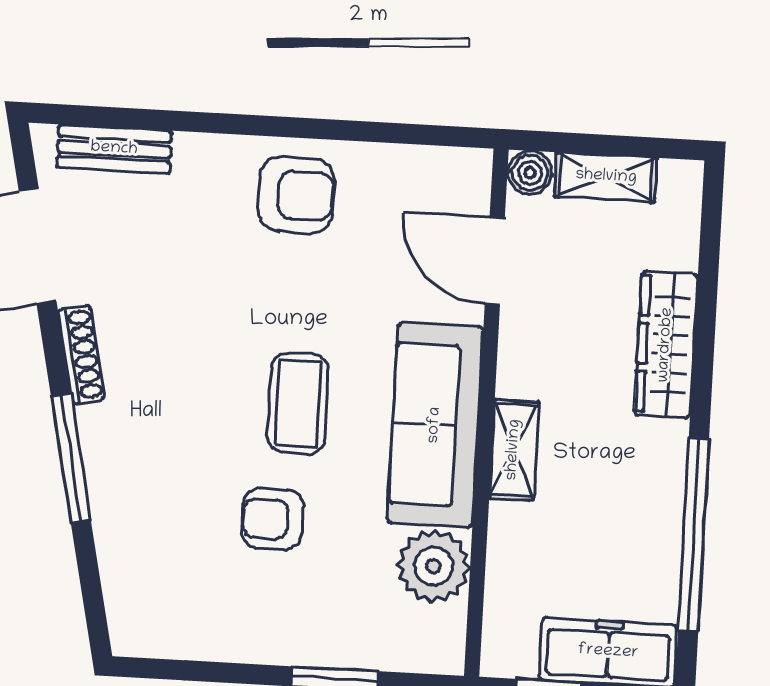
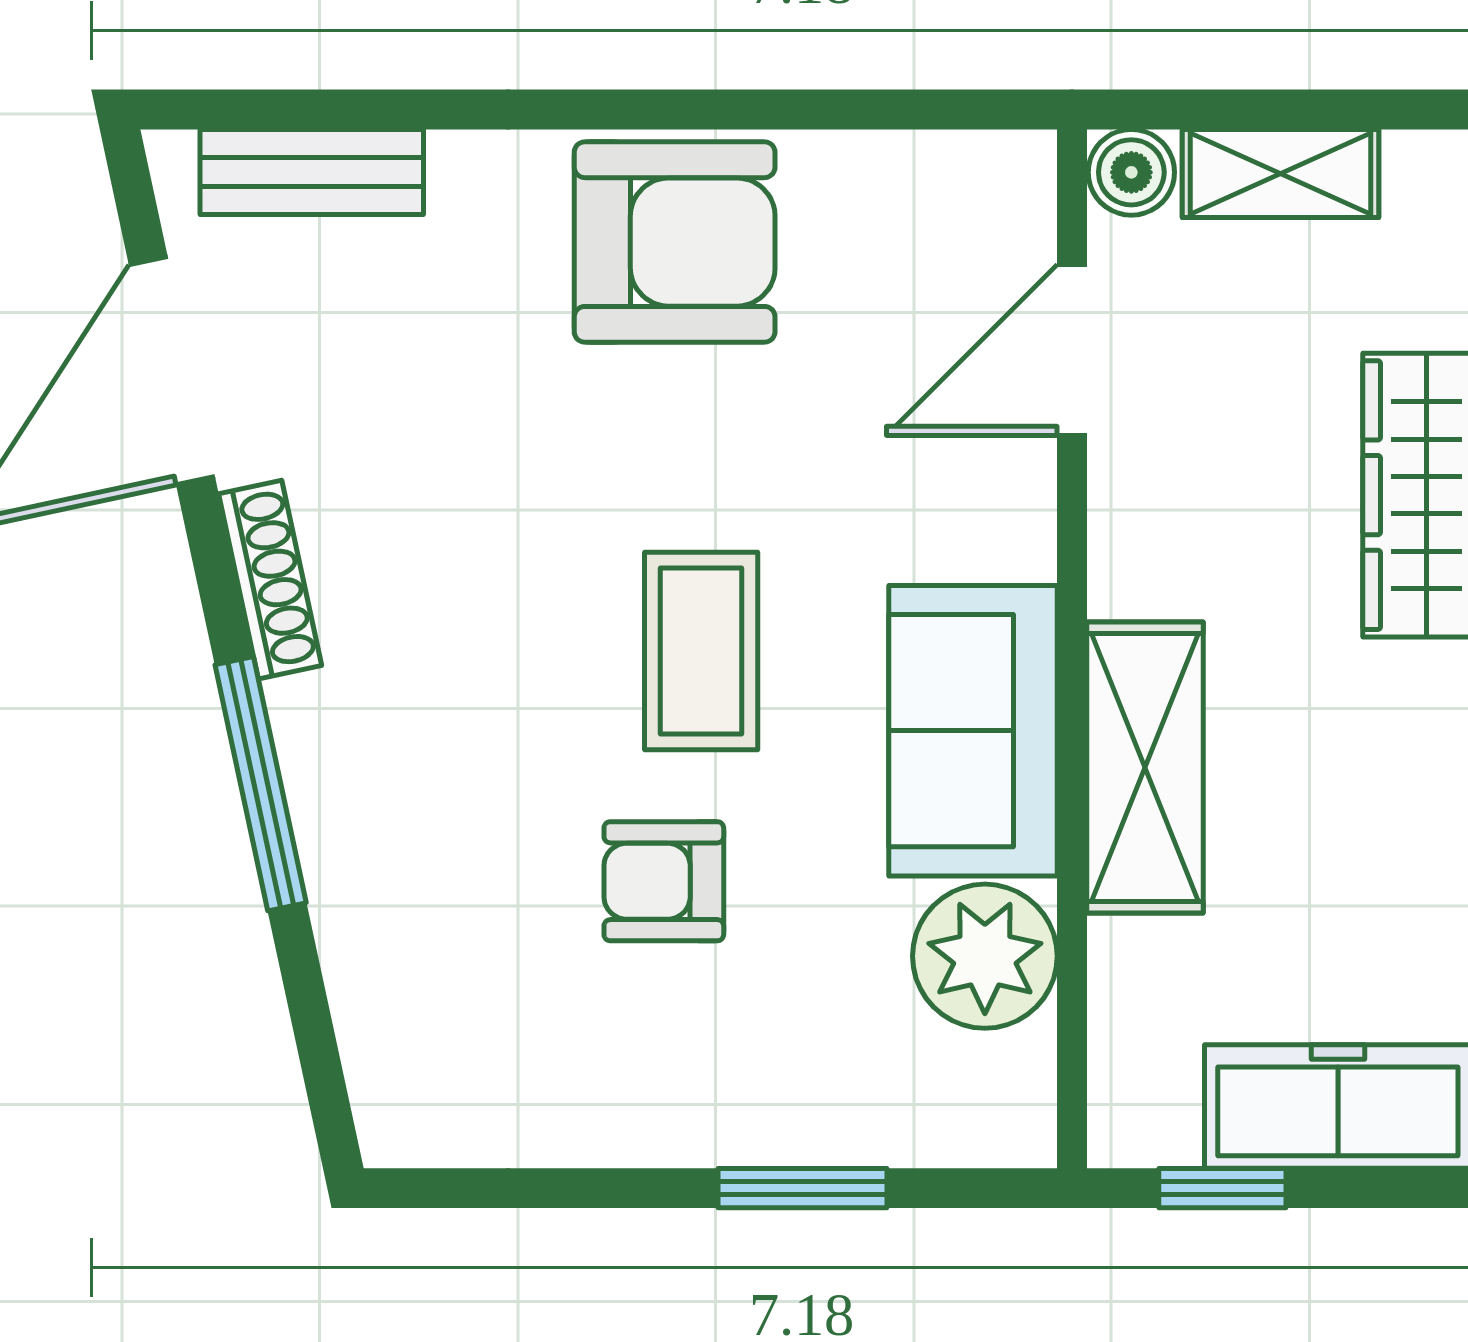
armchair: (296, 195) -> (675, 242), width x1.36, depth x1.36
door: (495, 261) -> (1072, 350), hinge flipped
sofa: (435, 425) -> (973, 731), width x0.73
shelving: (514, 450) -> (1145, 767), width x1.50, depth x1.33

